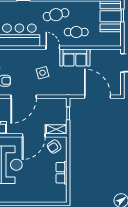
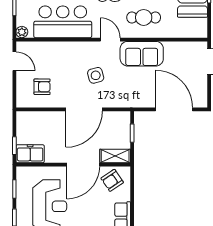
door: (24, 97) -> (84, 109), moved

